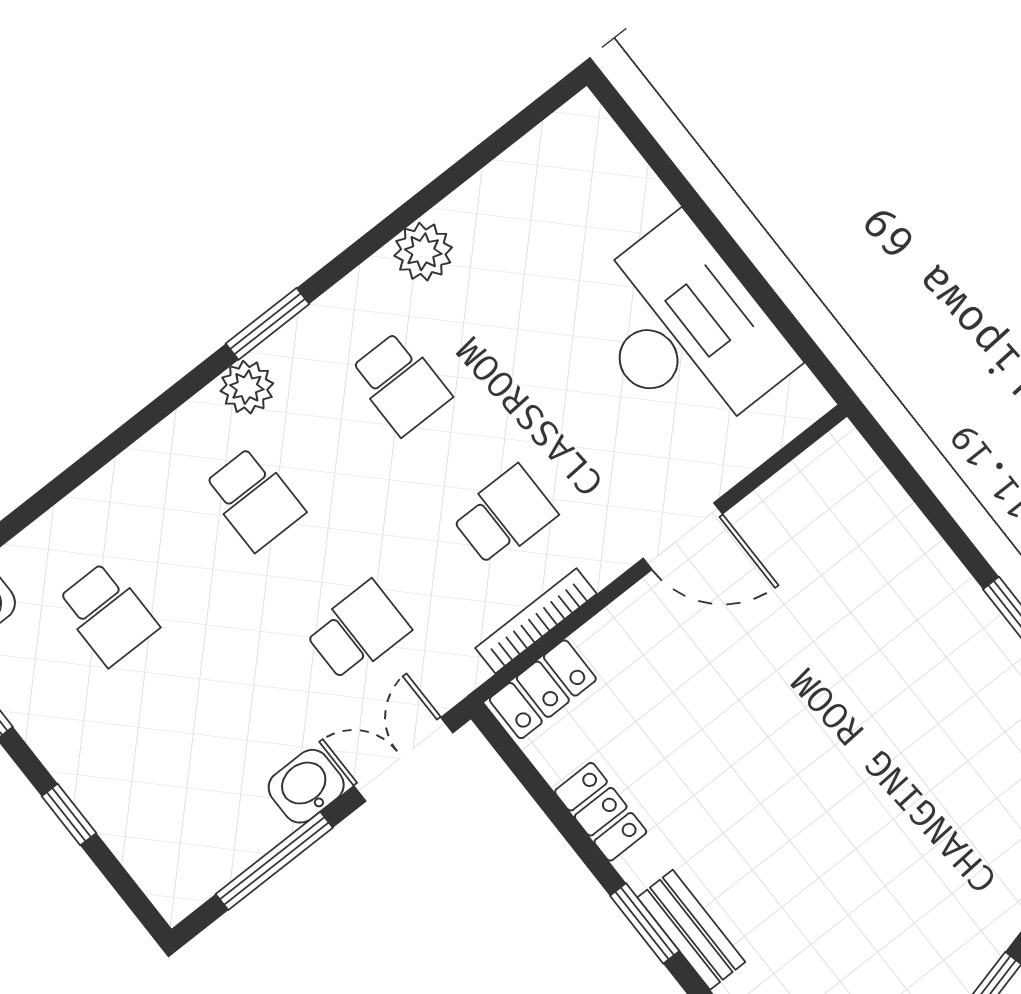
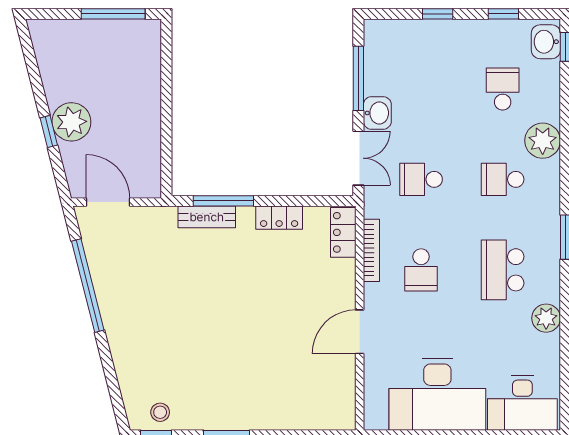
desk: (591, 182) -> (522, 403), added
school desk: (400, 383) -> (503, 270), width x1.85
plant: (247, 387) -> (543, 141), moved, width x1.36, depth x1.36
school desk: (108, 614) -> (503, 89), turned 90
school desk: (358, 631) -> (421, 179), turned 90
window: (645, 923) -> (223, 201), width x1.44

